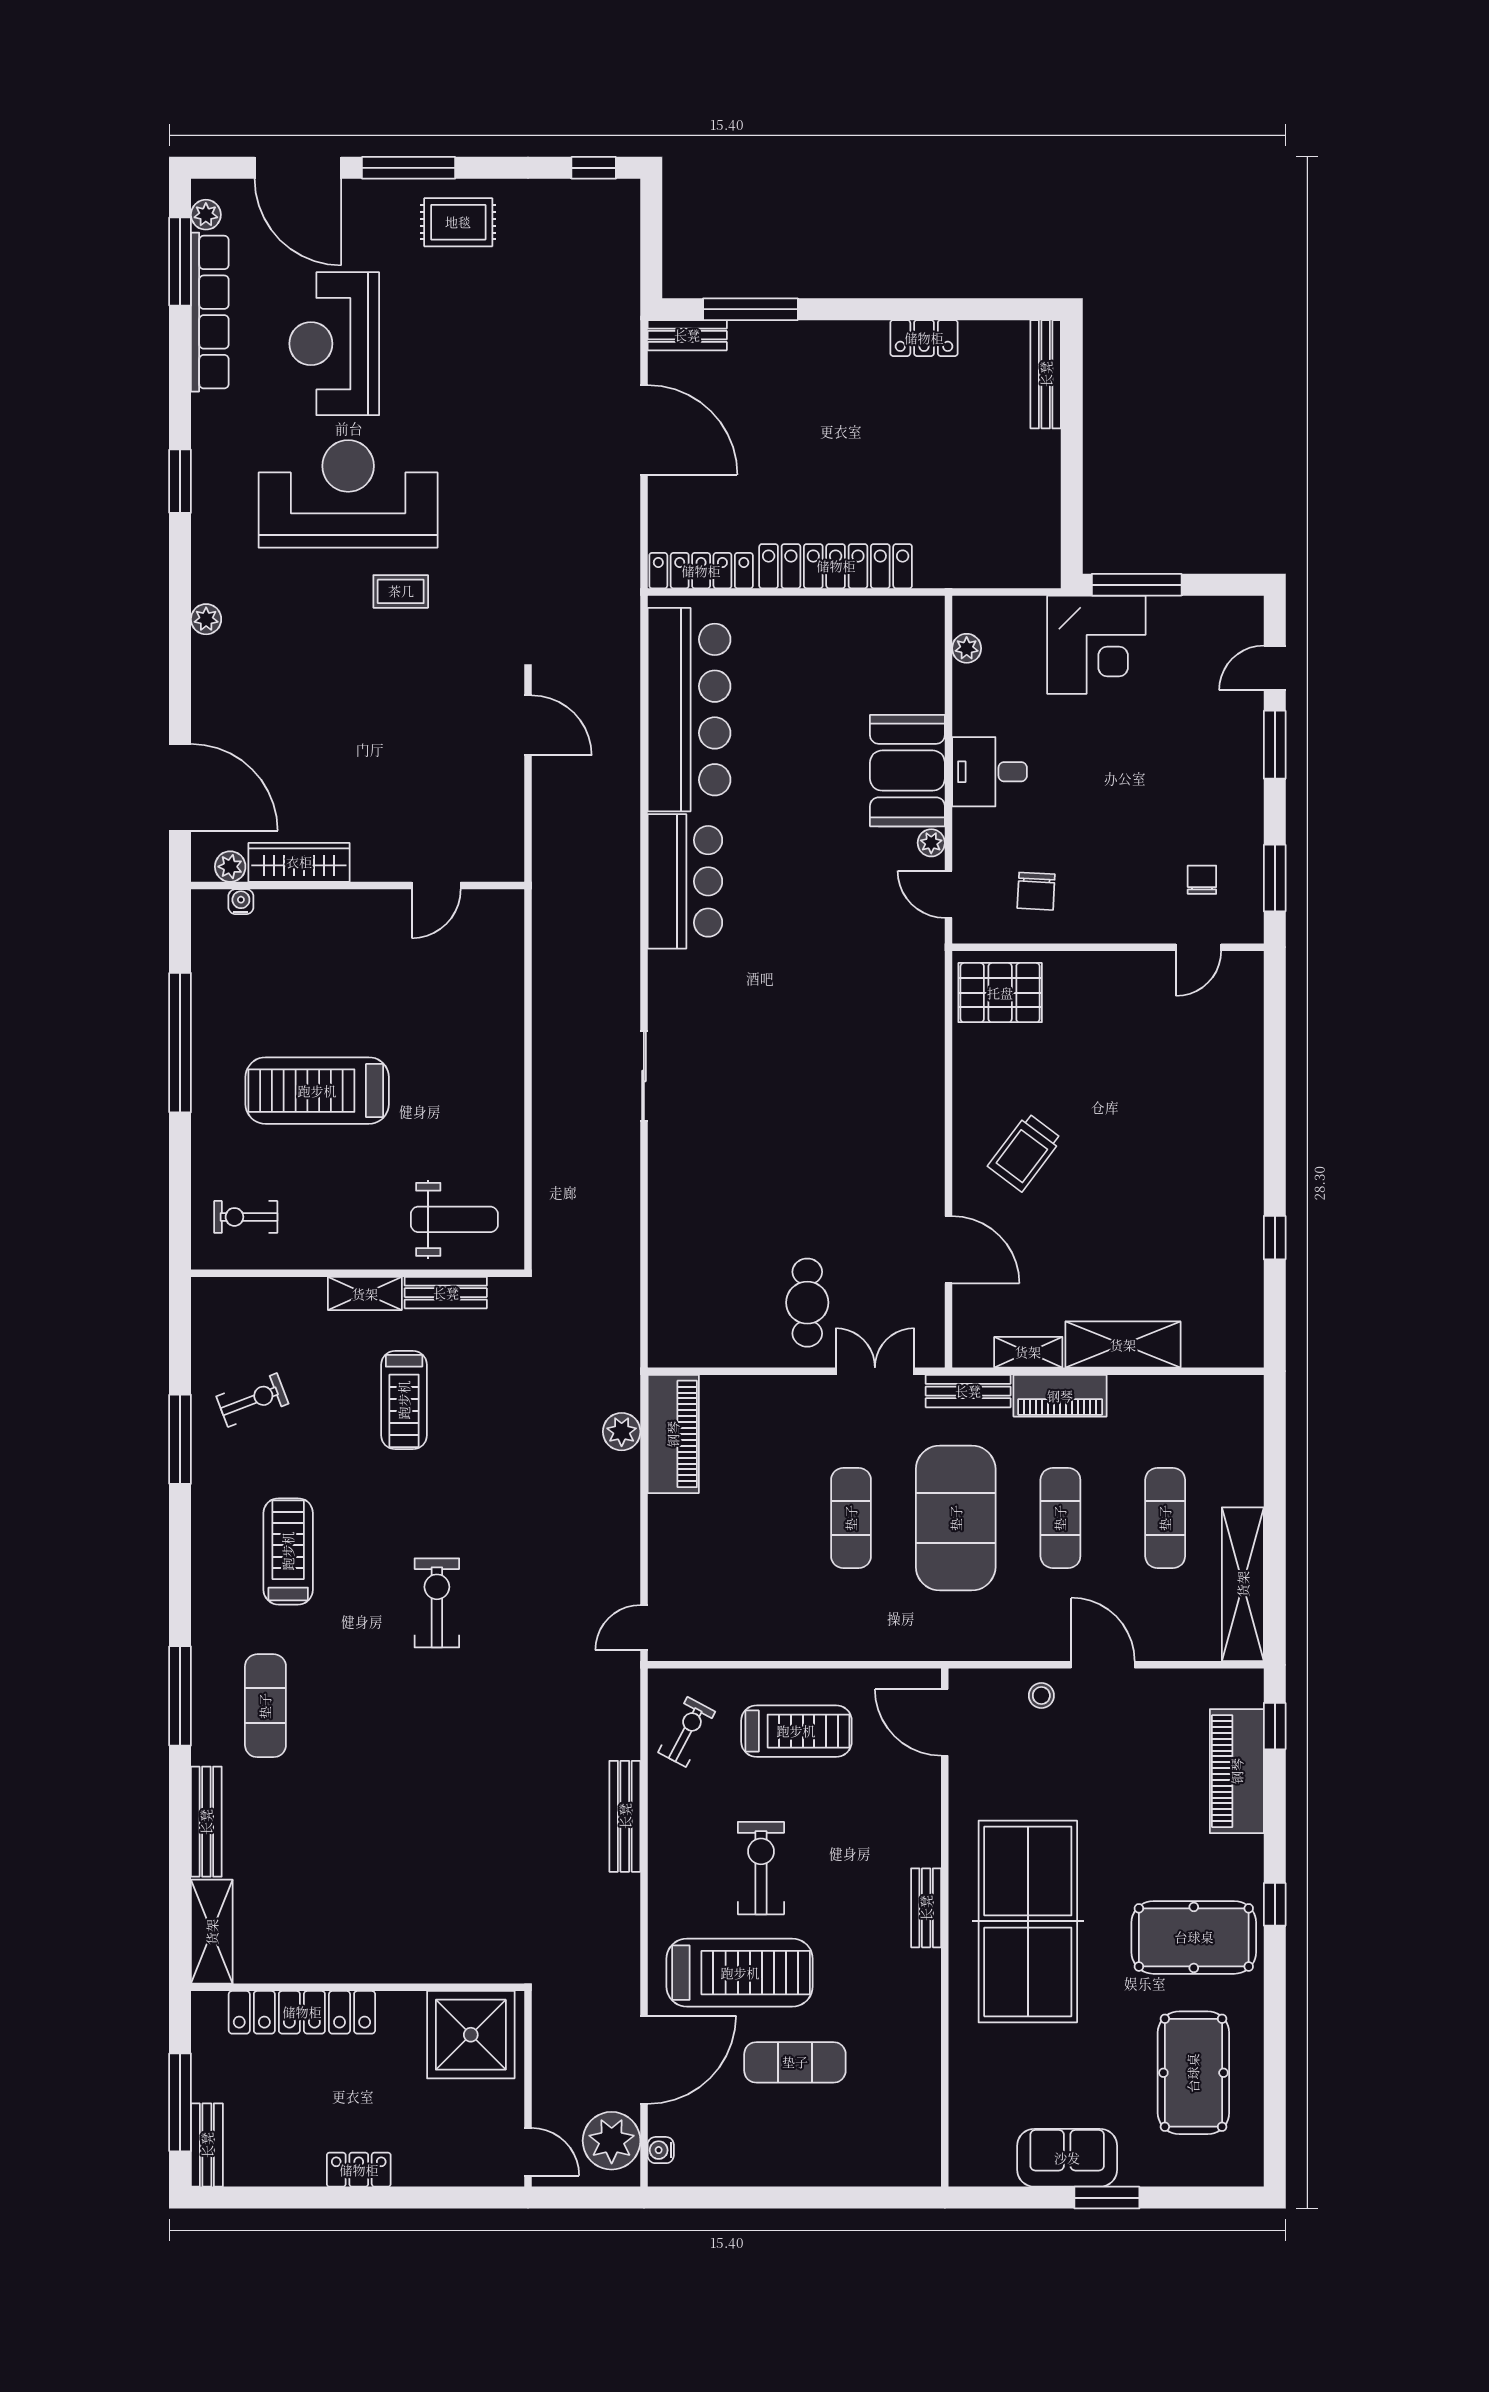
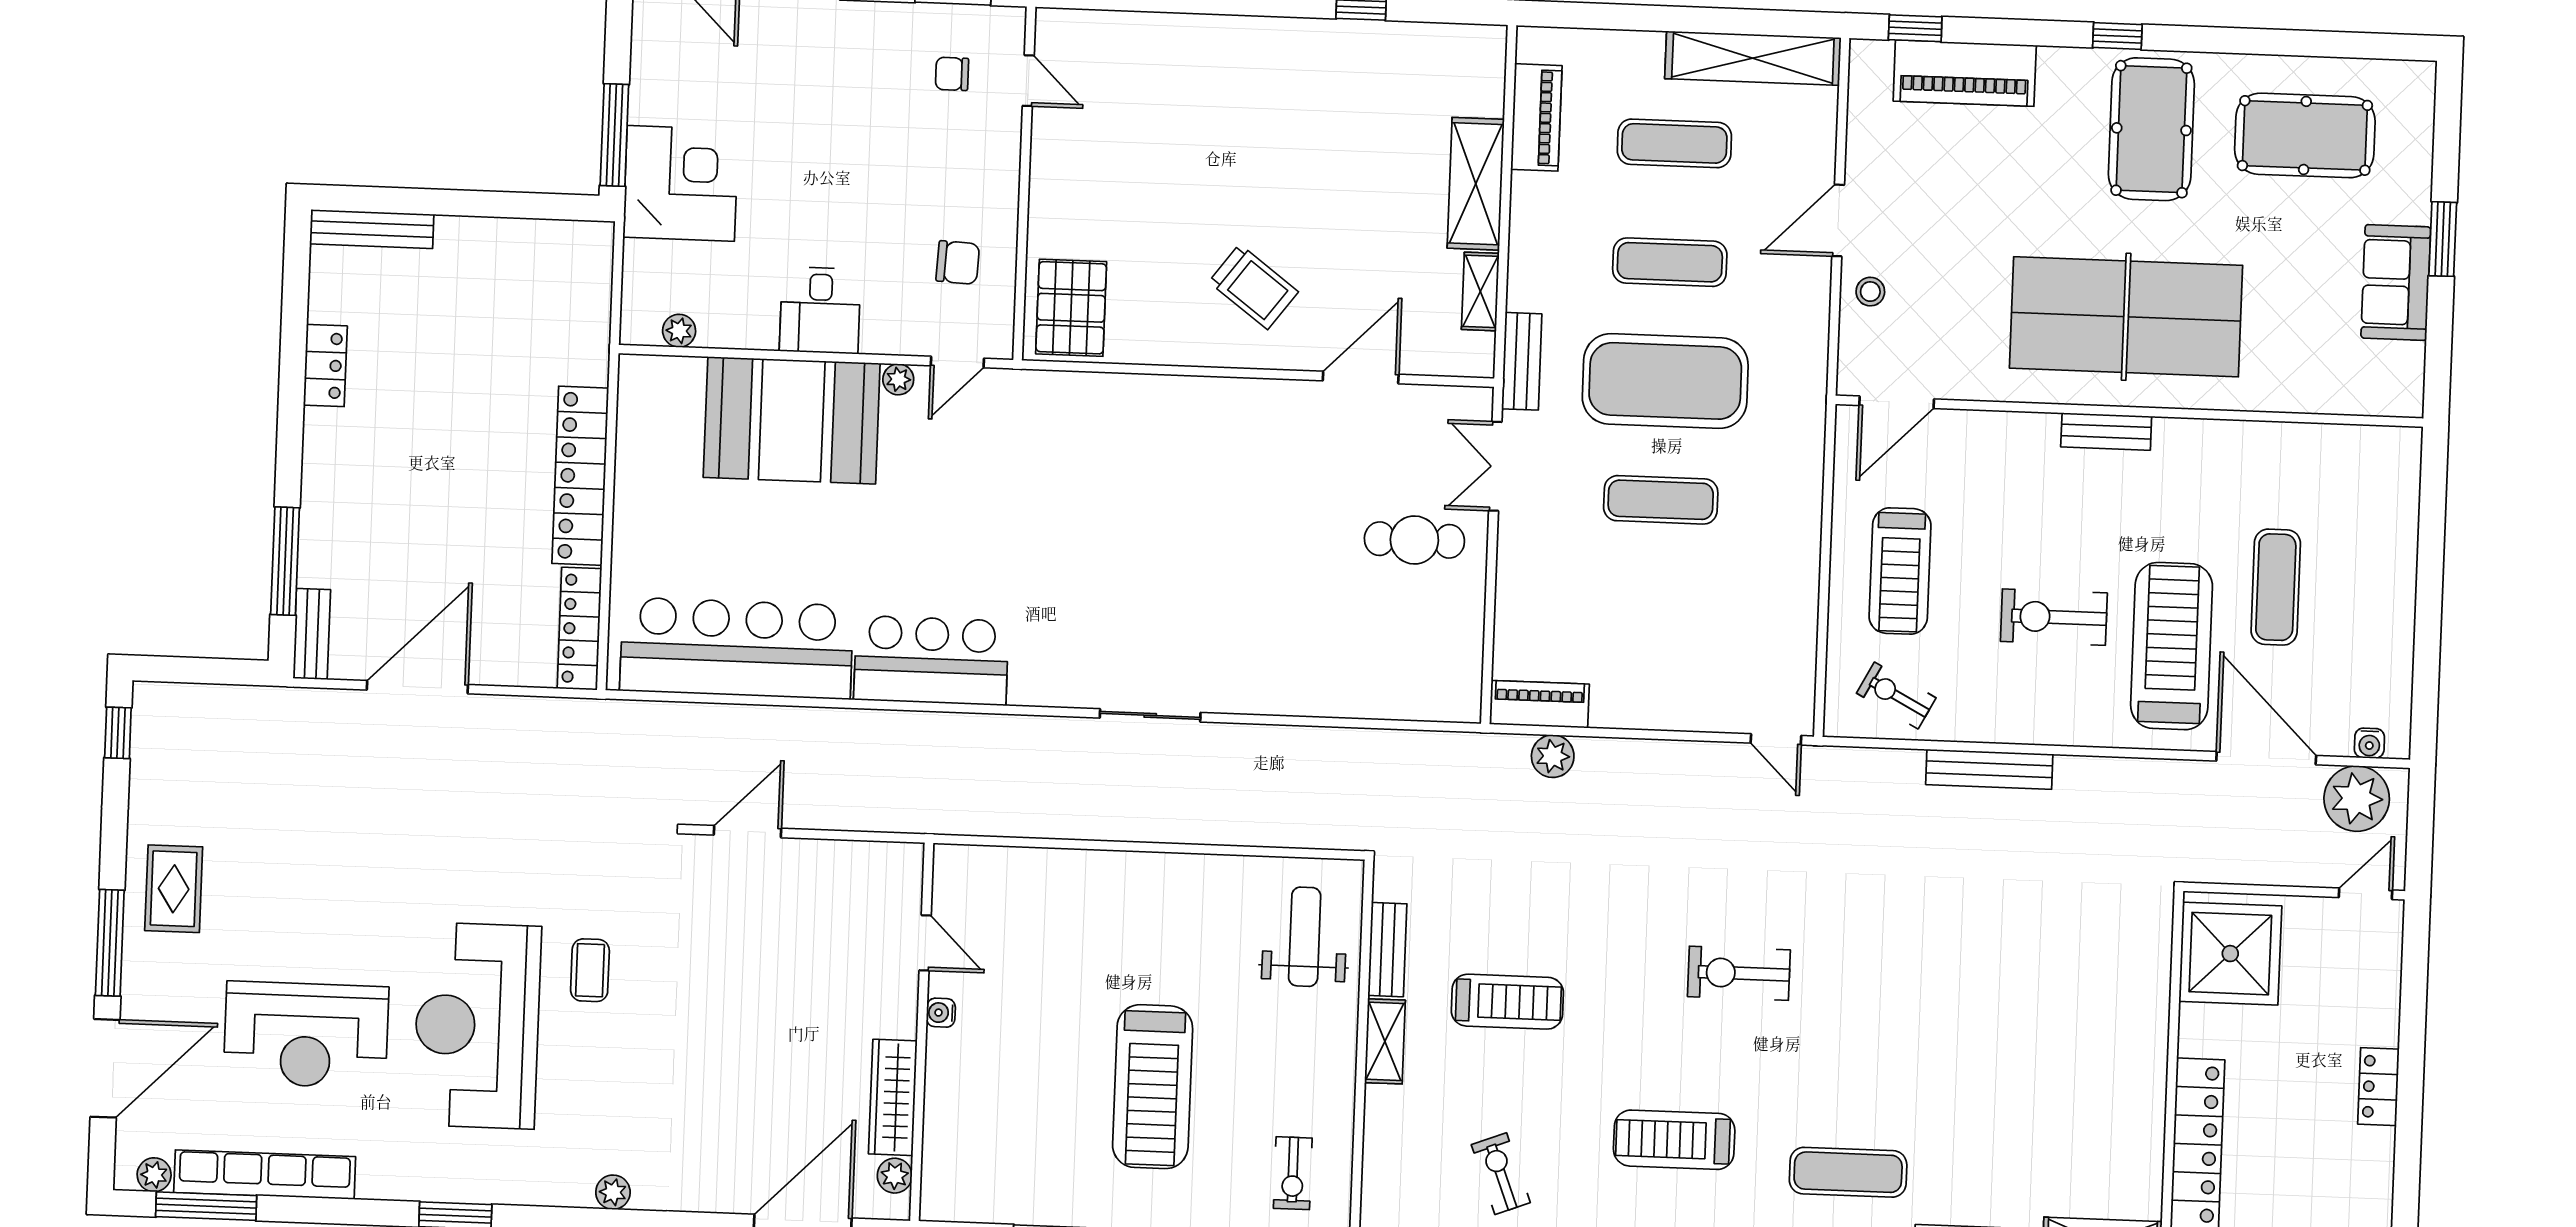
booth: (907, 771) -> (792, 420), width x1.36, depth x1.42
water cooler: (241, 902) -> (941, 1013), moved
piano: (1060, 1396) -> (1536, 117), moved
piano: (673, 1434) -> (1539, 704), width x0.73, depth x0.75
treadmill: (796, 1731) -> (1900, 571), turned 180

